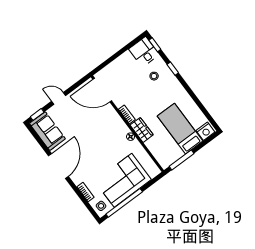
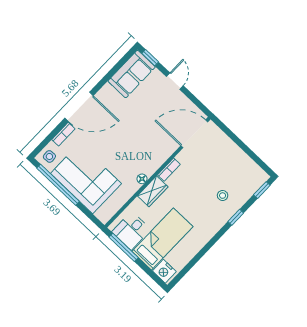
desk: (144, 52) -> (131, 231), moved, turned 180
door: (102, 90) -> (194, 134), hinge flipped
door: (58, 166) -> (79, 107), moved

